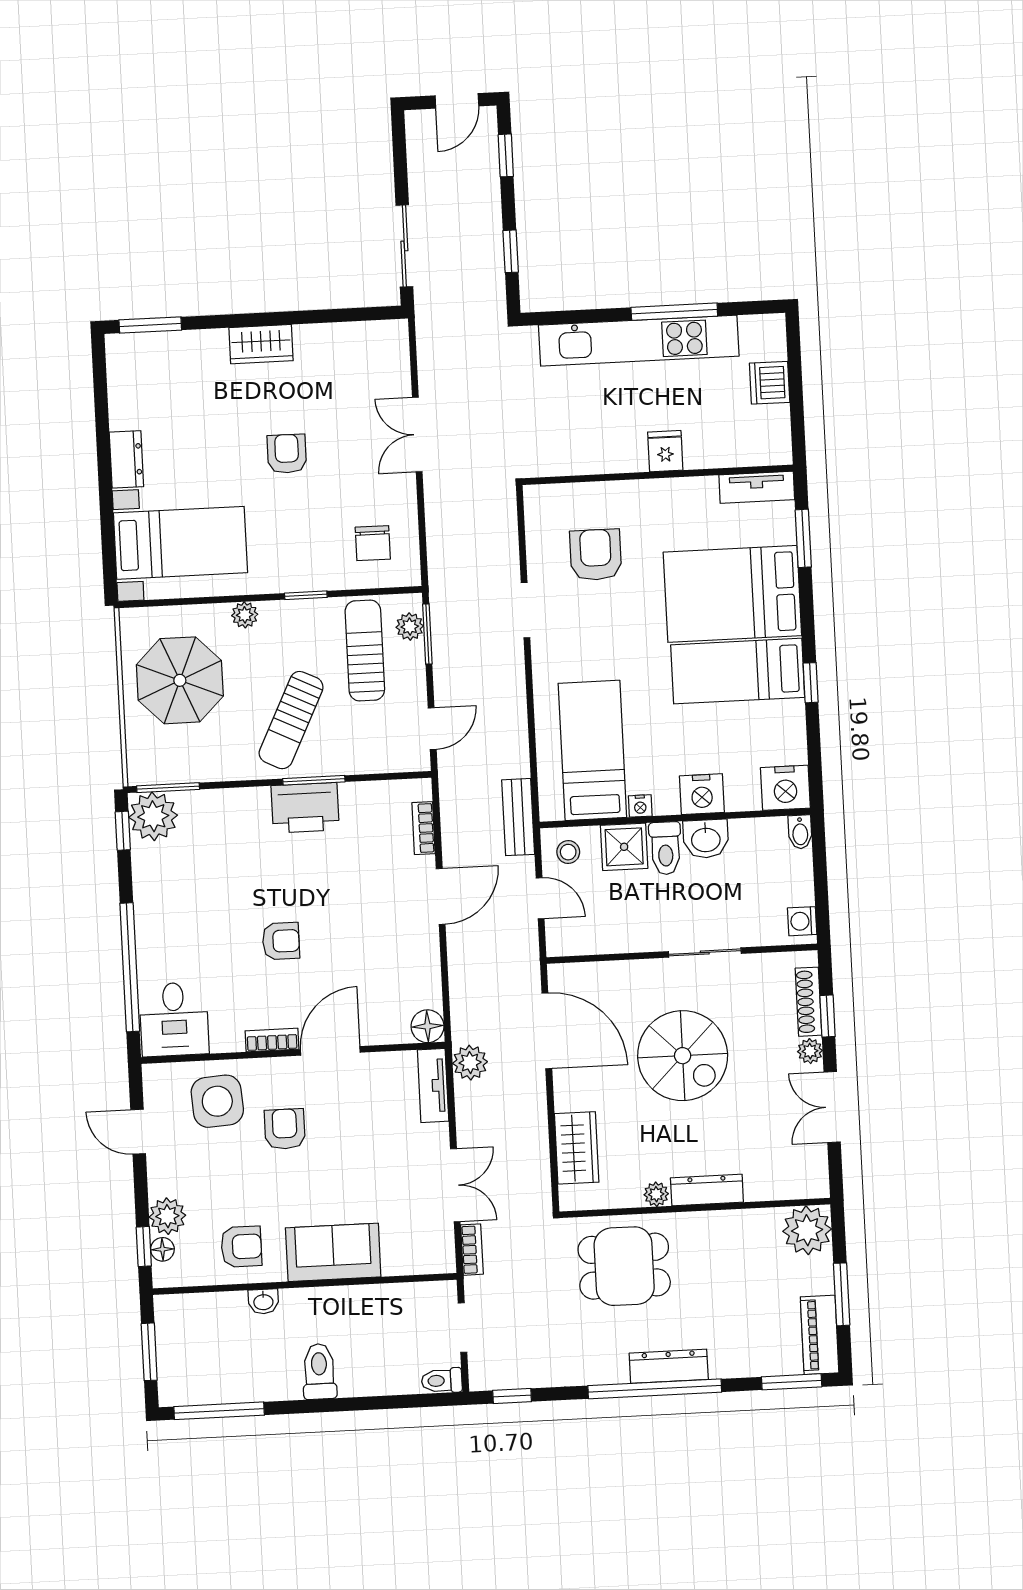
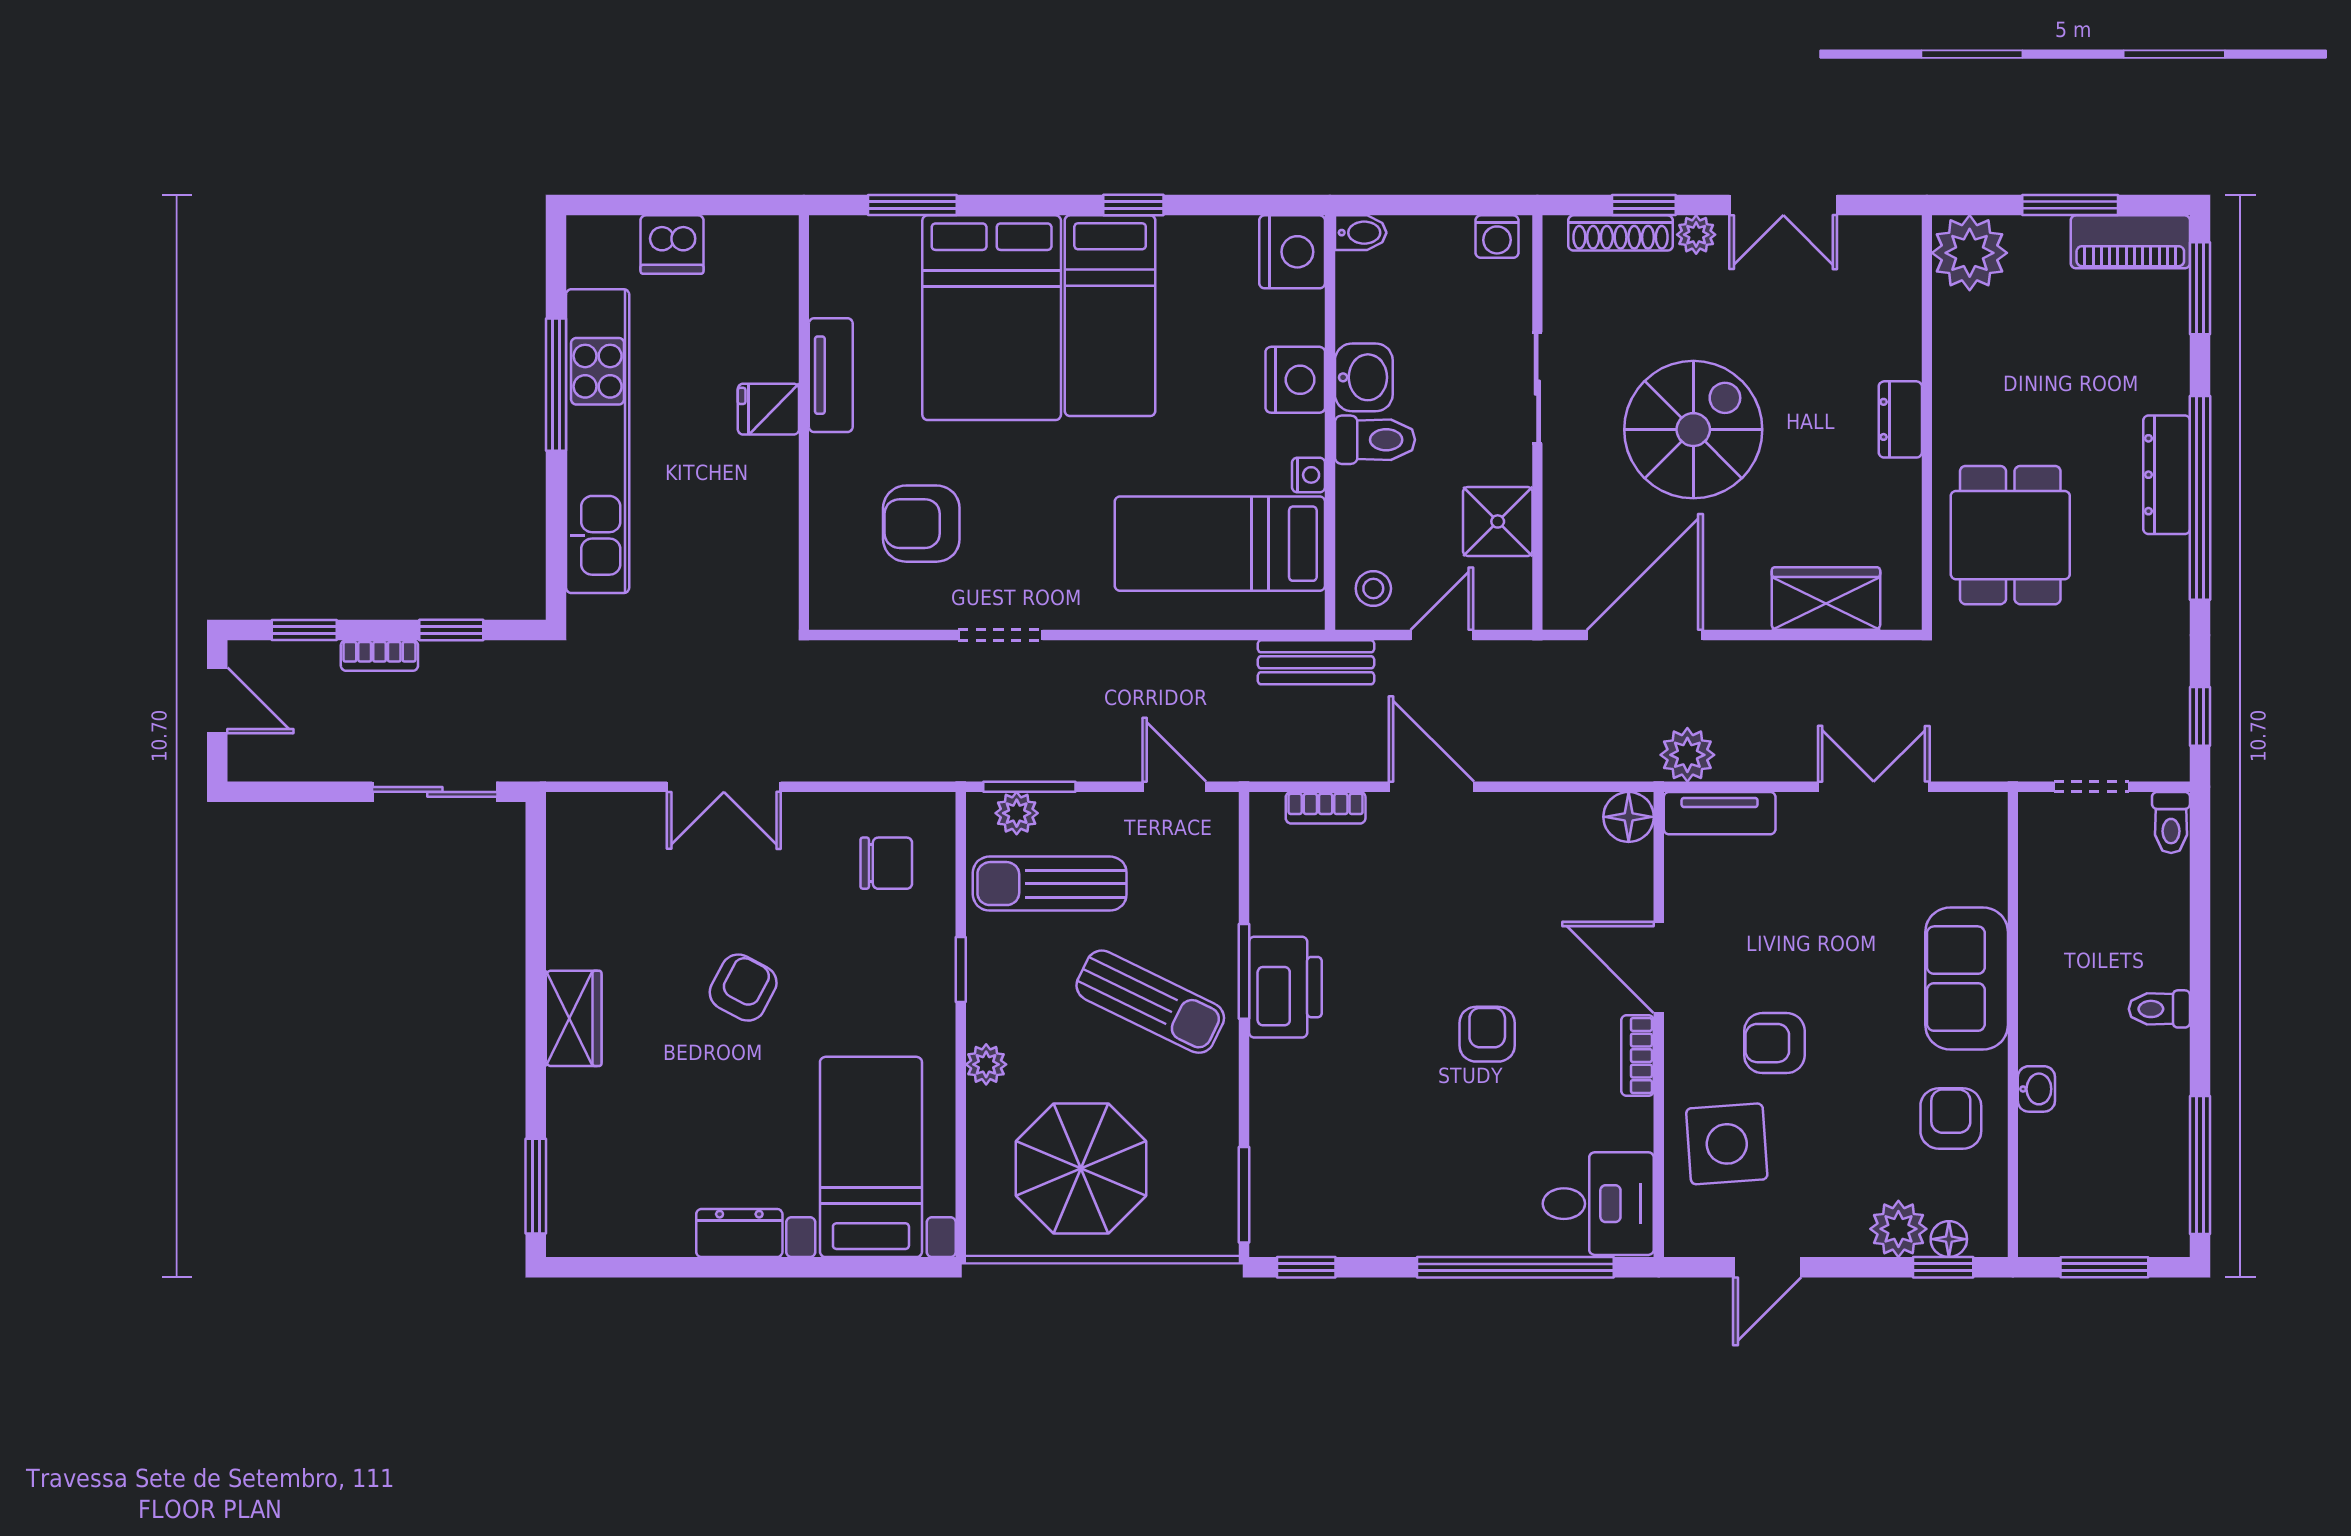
armchair: (287, 454) -> (743, 988), turned 118
tv unit: (757, 487) -> (831, 375), moved
plant: (153, 816) -> (1287, 1220), removed
shower: (624, 847) -> (1498, 521), moved
dresser: (707, 1190) -> (1900, 419), width x0.70
plant: (656, 1194) -> (1903, 481), removed
bookcase: (472, 1250) -> (379, 655), moved, turned 180
toilet: (319, 1372) -> (2159, 1009), width x0.73, depth x0.72

